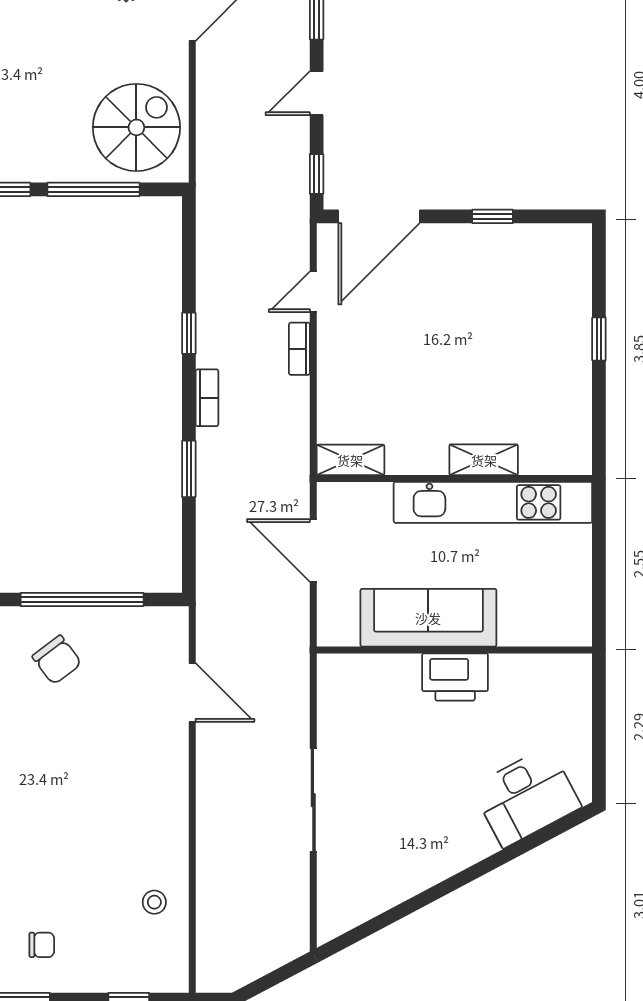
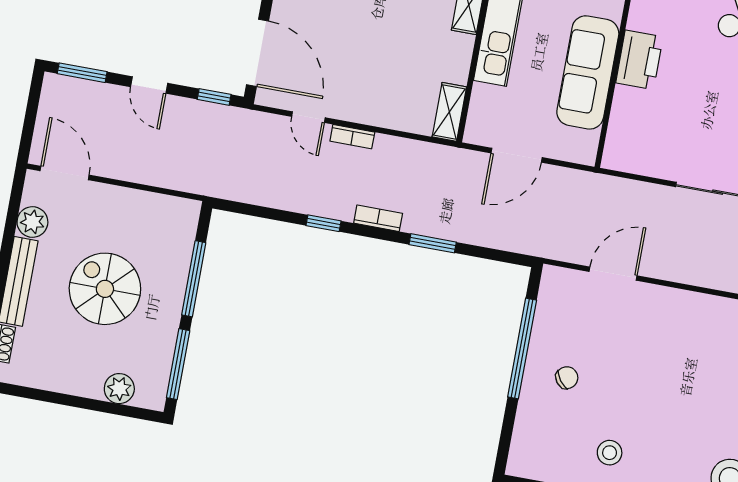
spiral stairs: (136, 127) -> (105, 289), moved
chair: (57, 660) -> (567, 378), width x0.73, depth x0.73

